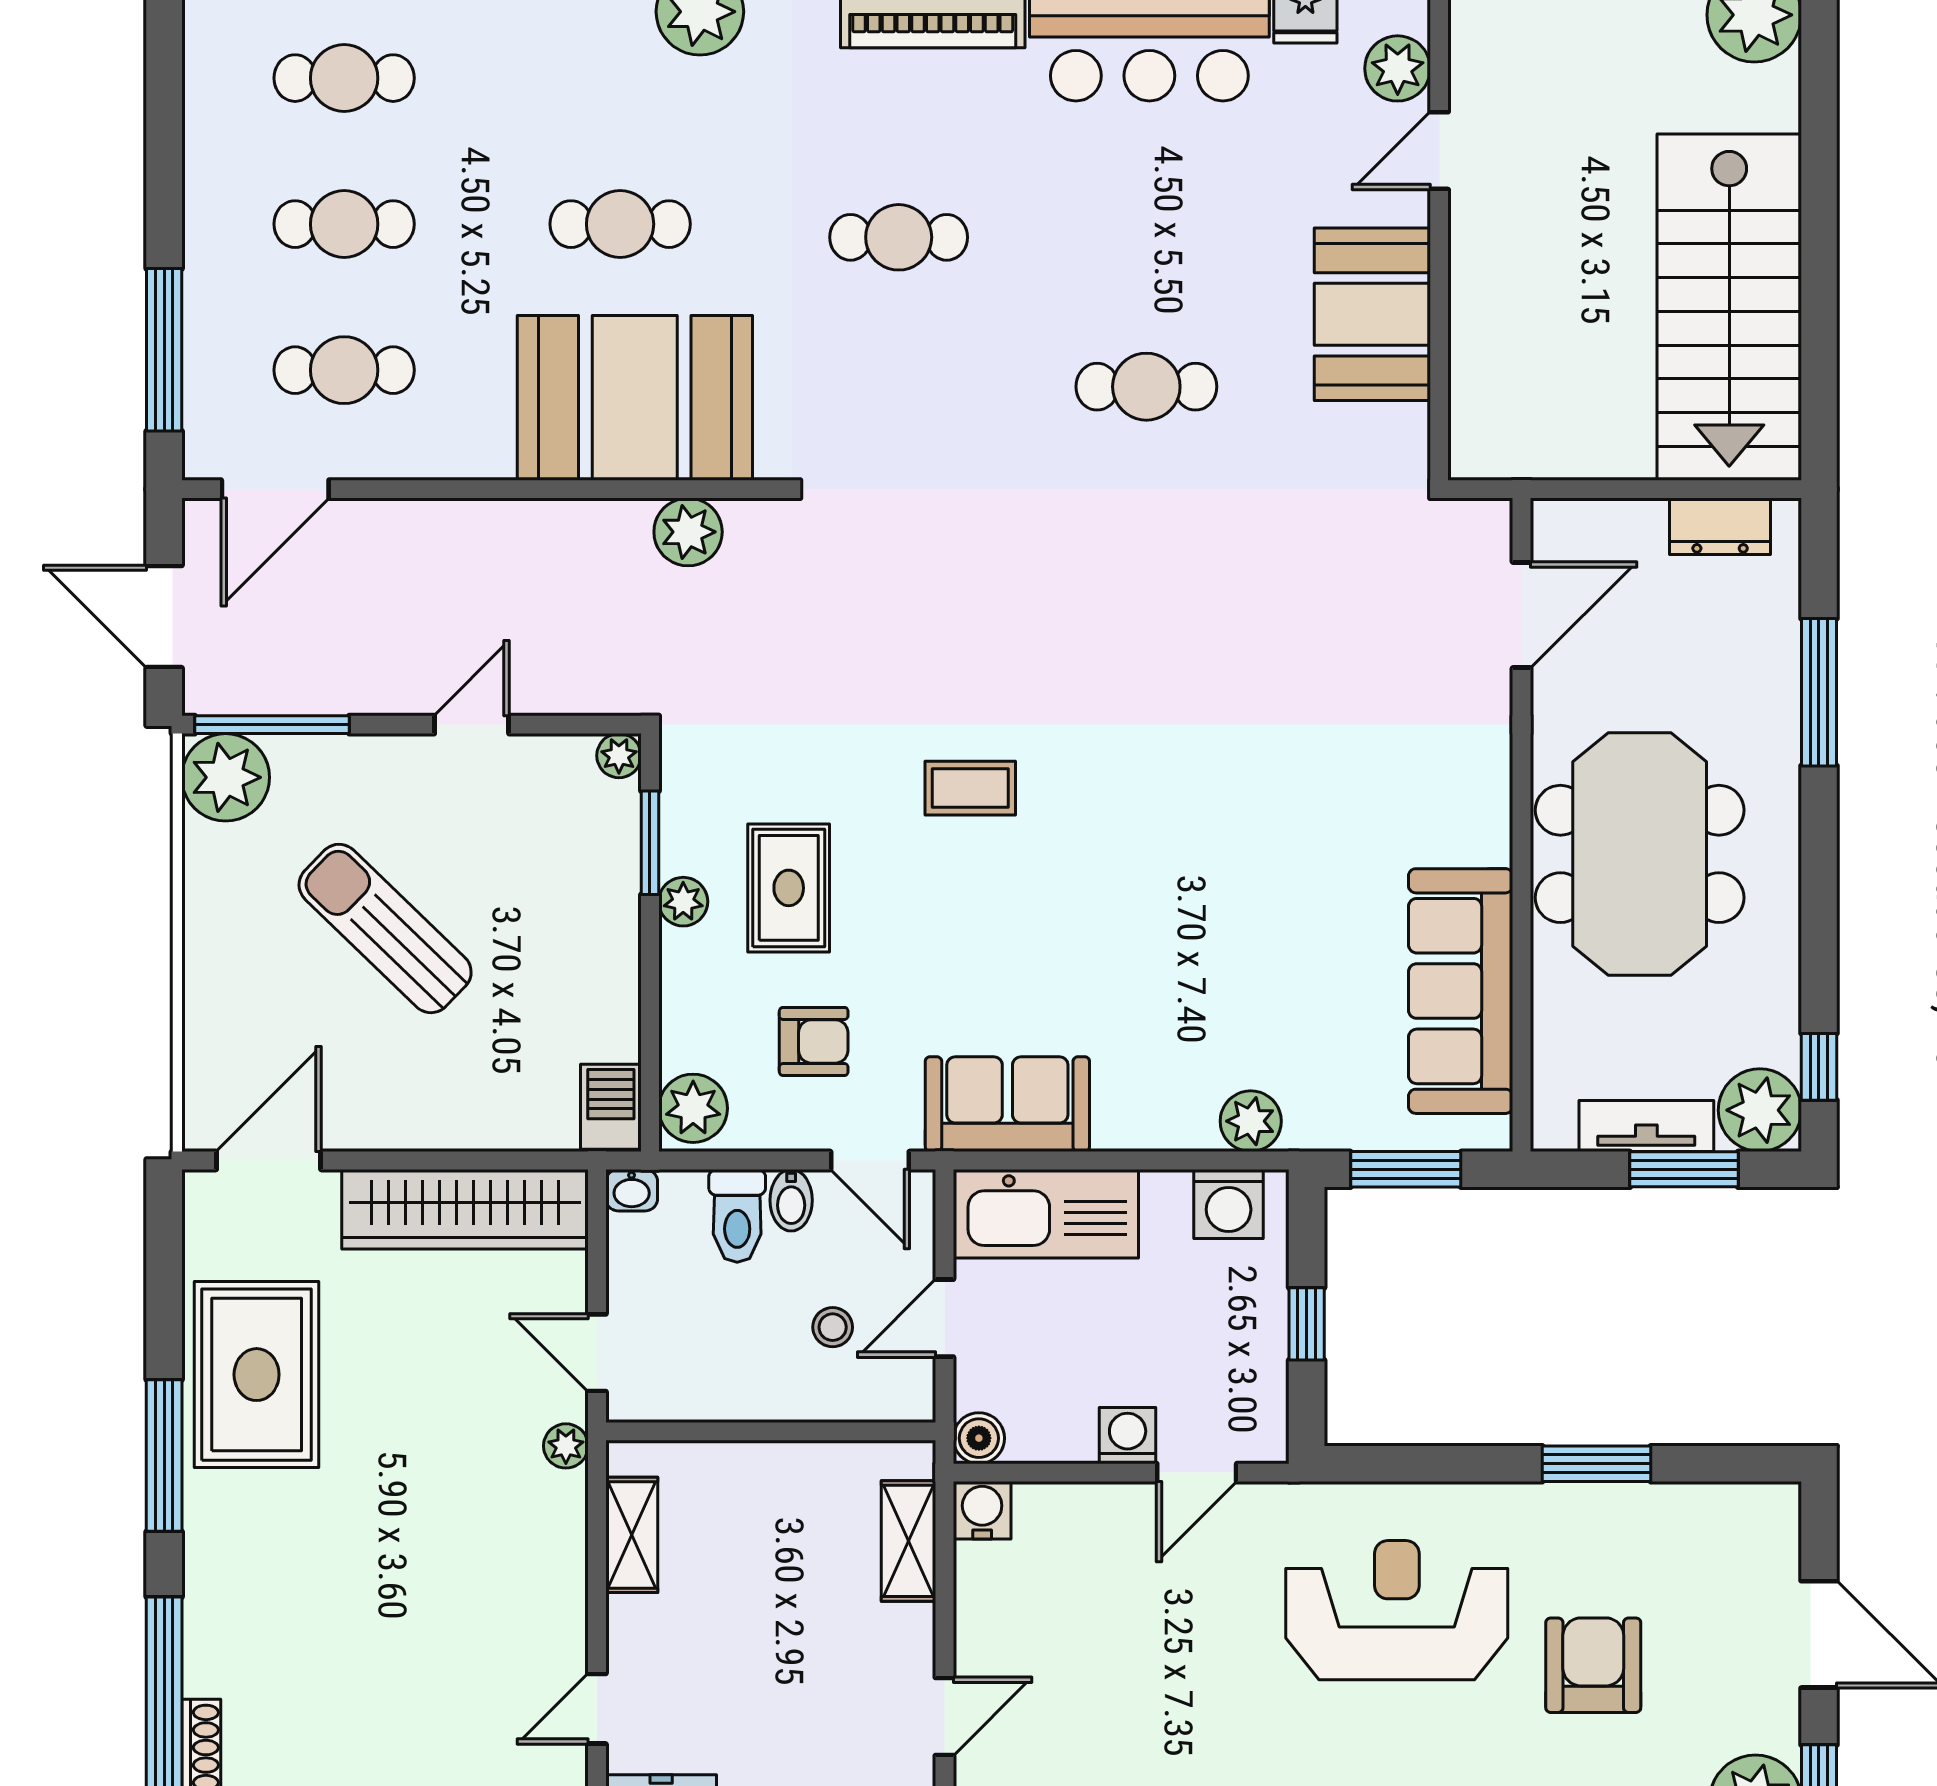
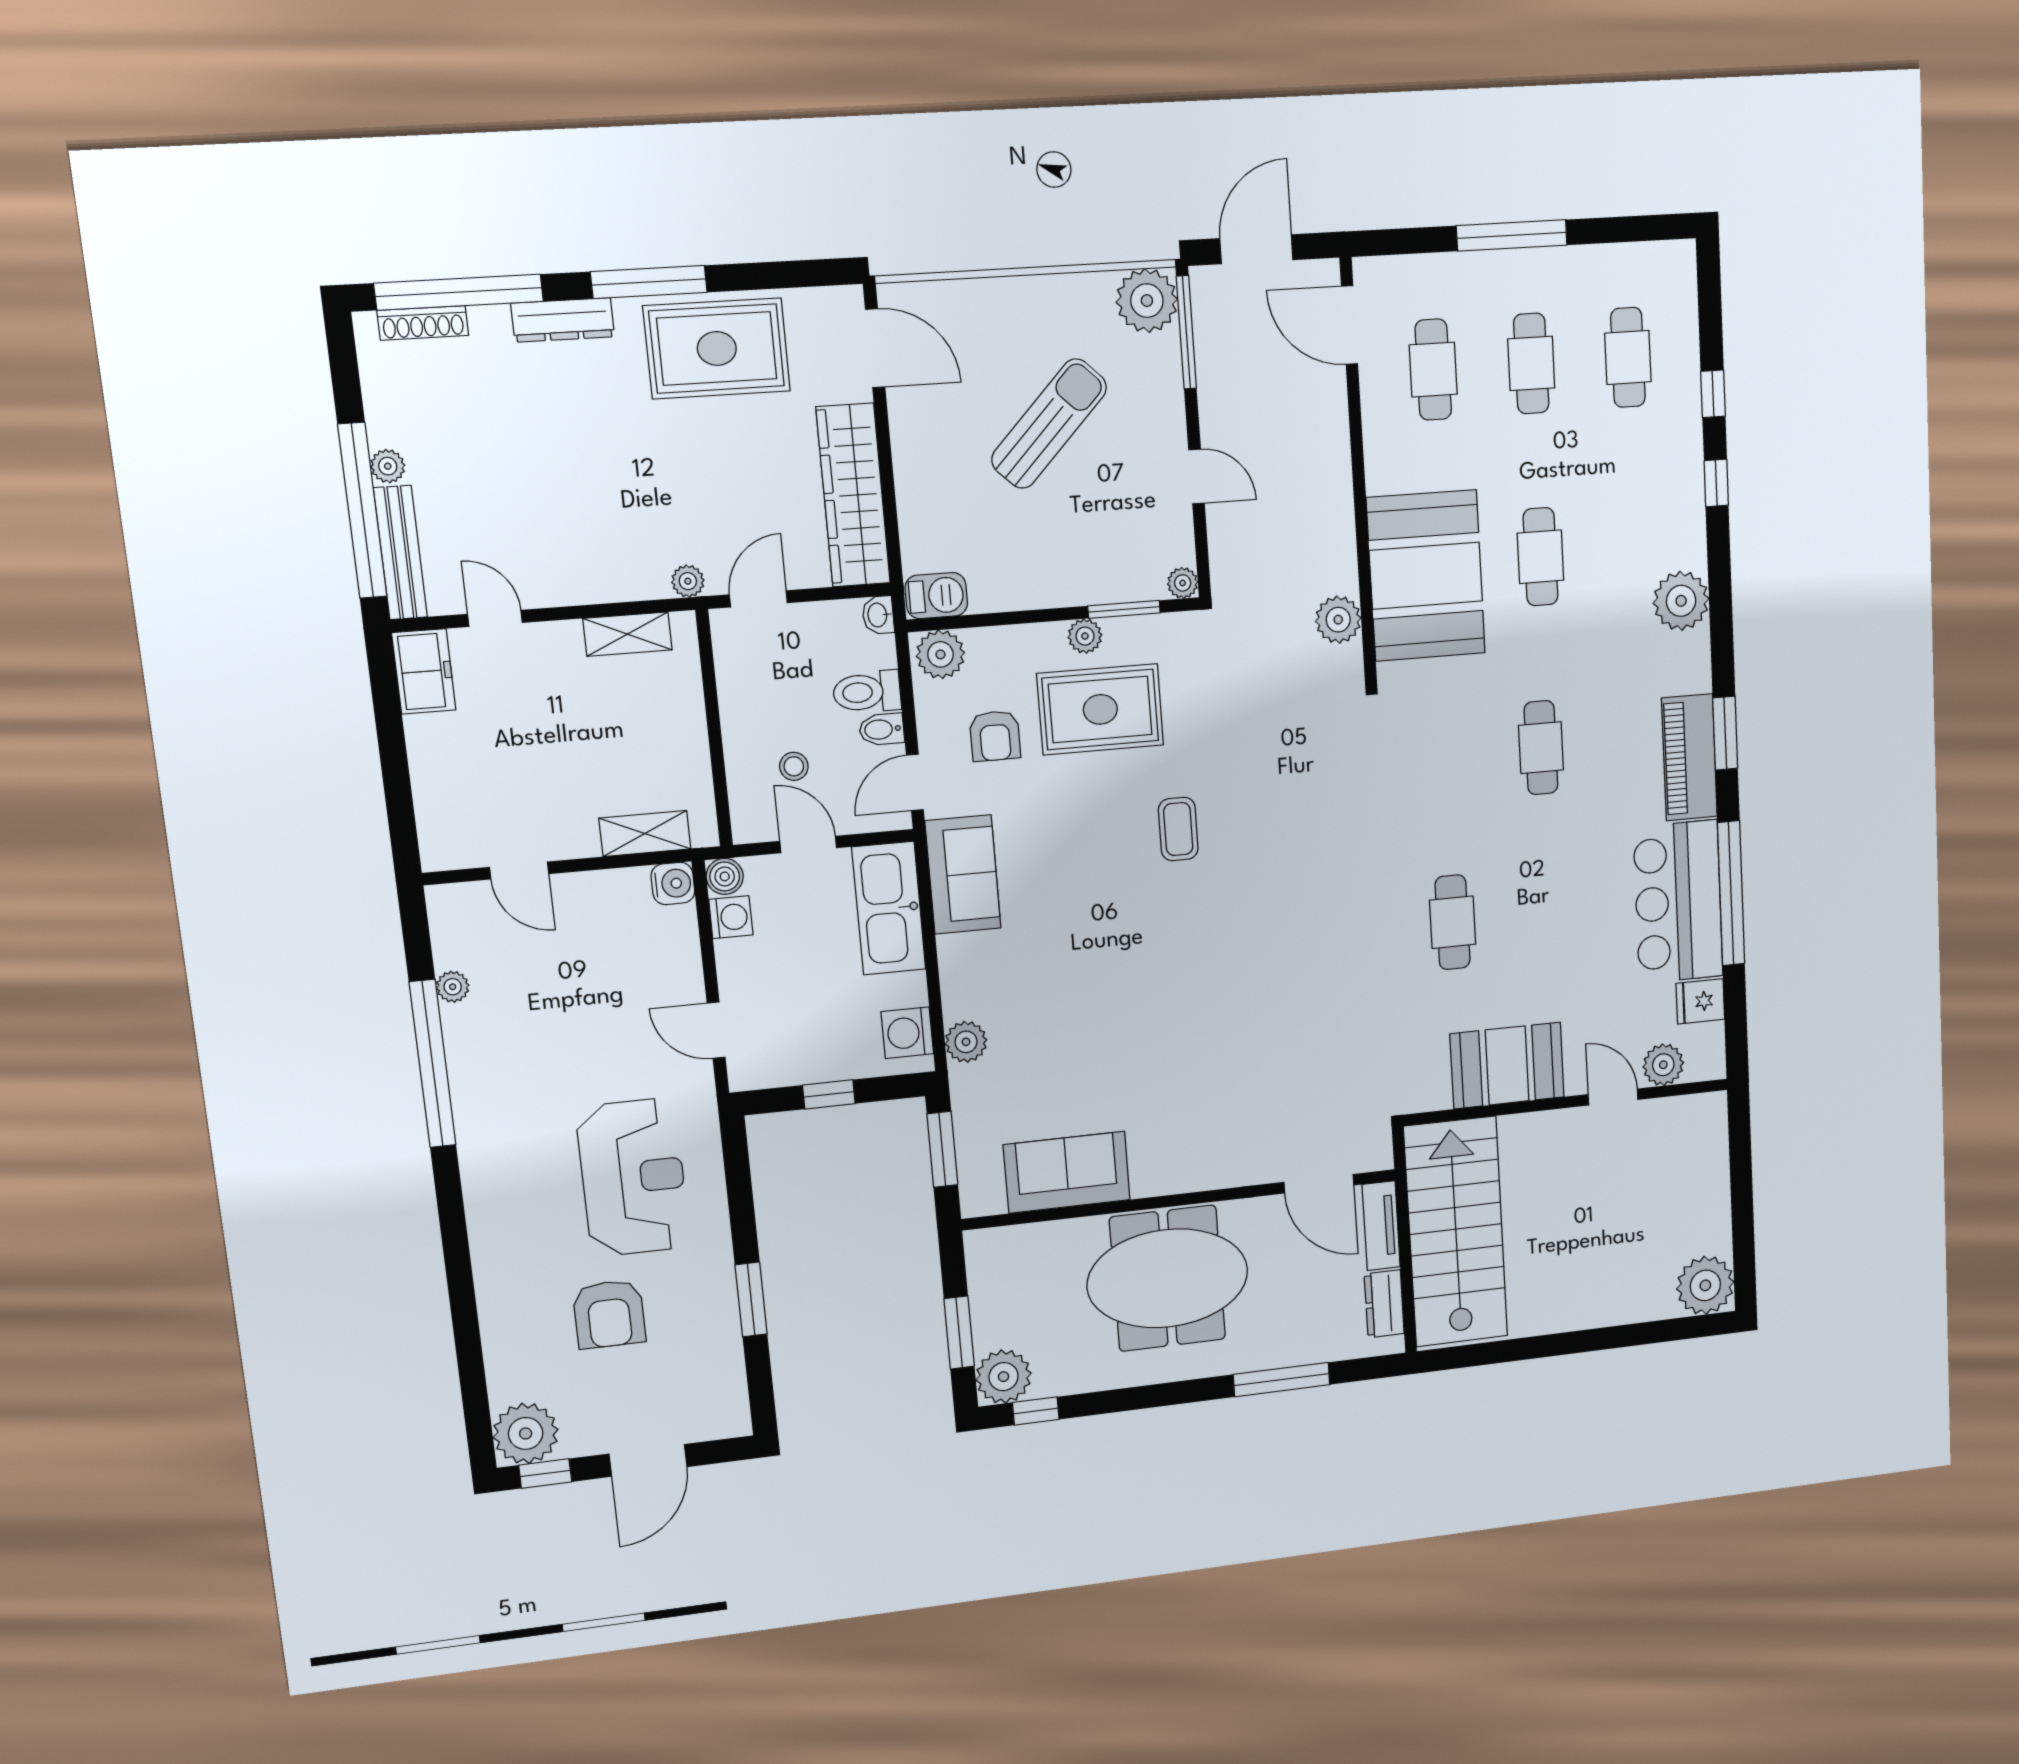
stairs: (1729, 307) -> (1456, 1232), moved, turned 90
window: (164, 350) -> (1512, 235), moved
rug: (789, 888) -> (1100, 709), width x1.36, depth x1.43
sofa: (1461, 991) -> (1067, 1172), width x0.73
tv unit: (1646, 1126) -> (1381, 1226), moved, turned 180
washing machine: (1128, 1436) -> (731, 917), moved
dresser: (207, 1575) -> (563, 320), added
armchair: (1593, 1665) -> (609, 1314), turned 90

